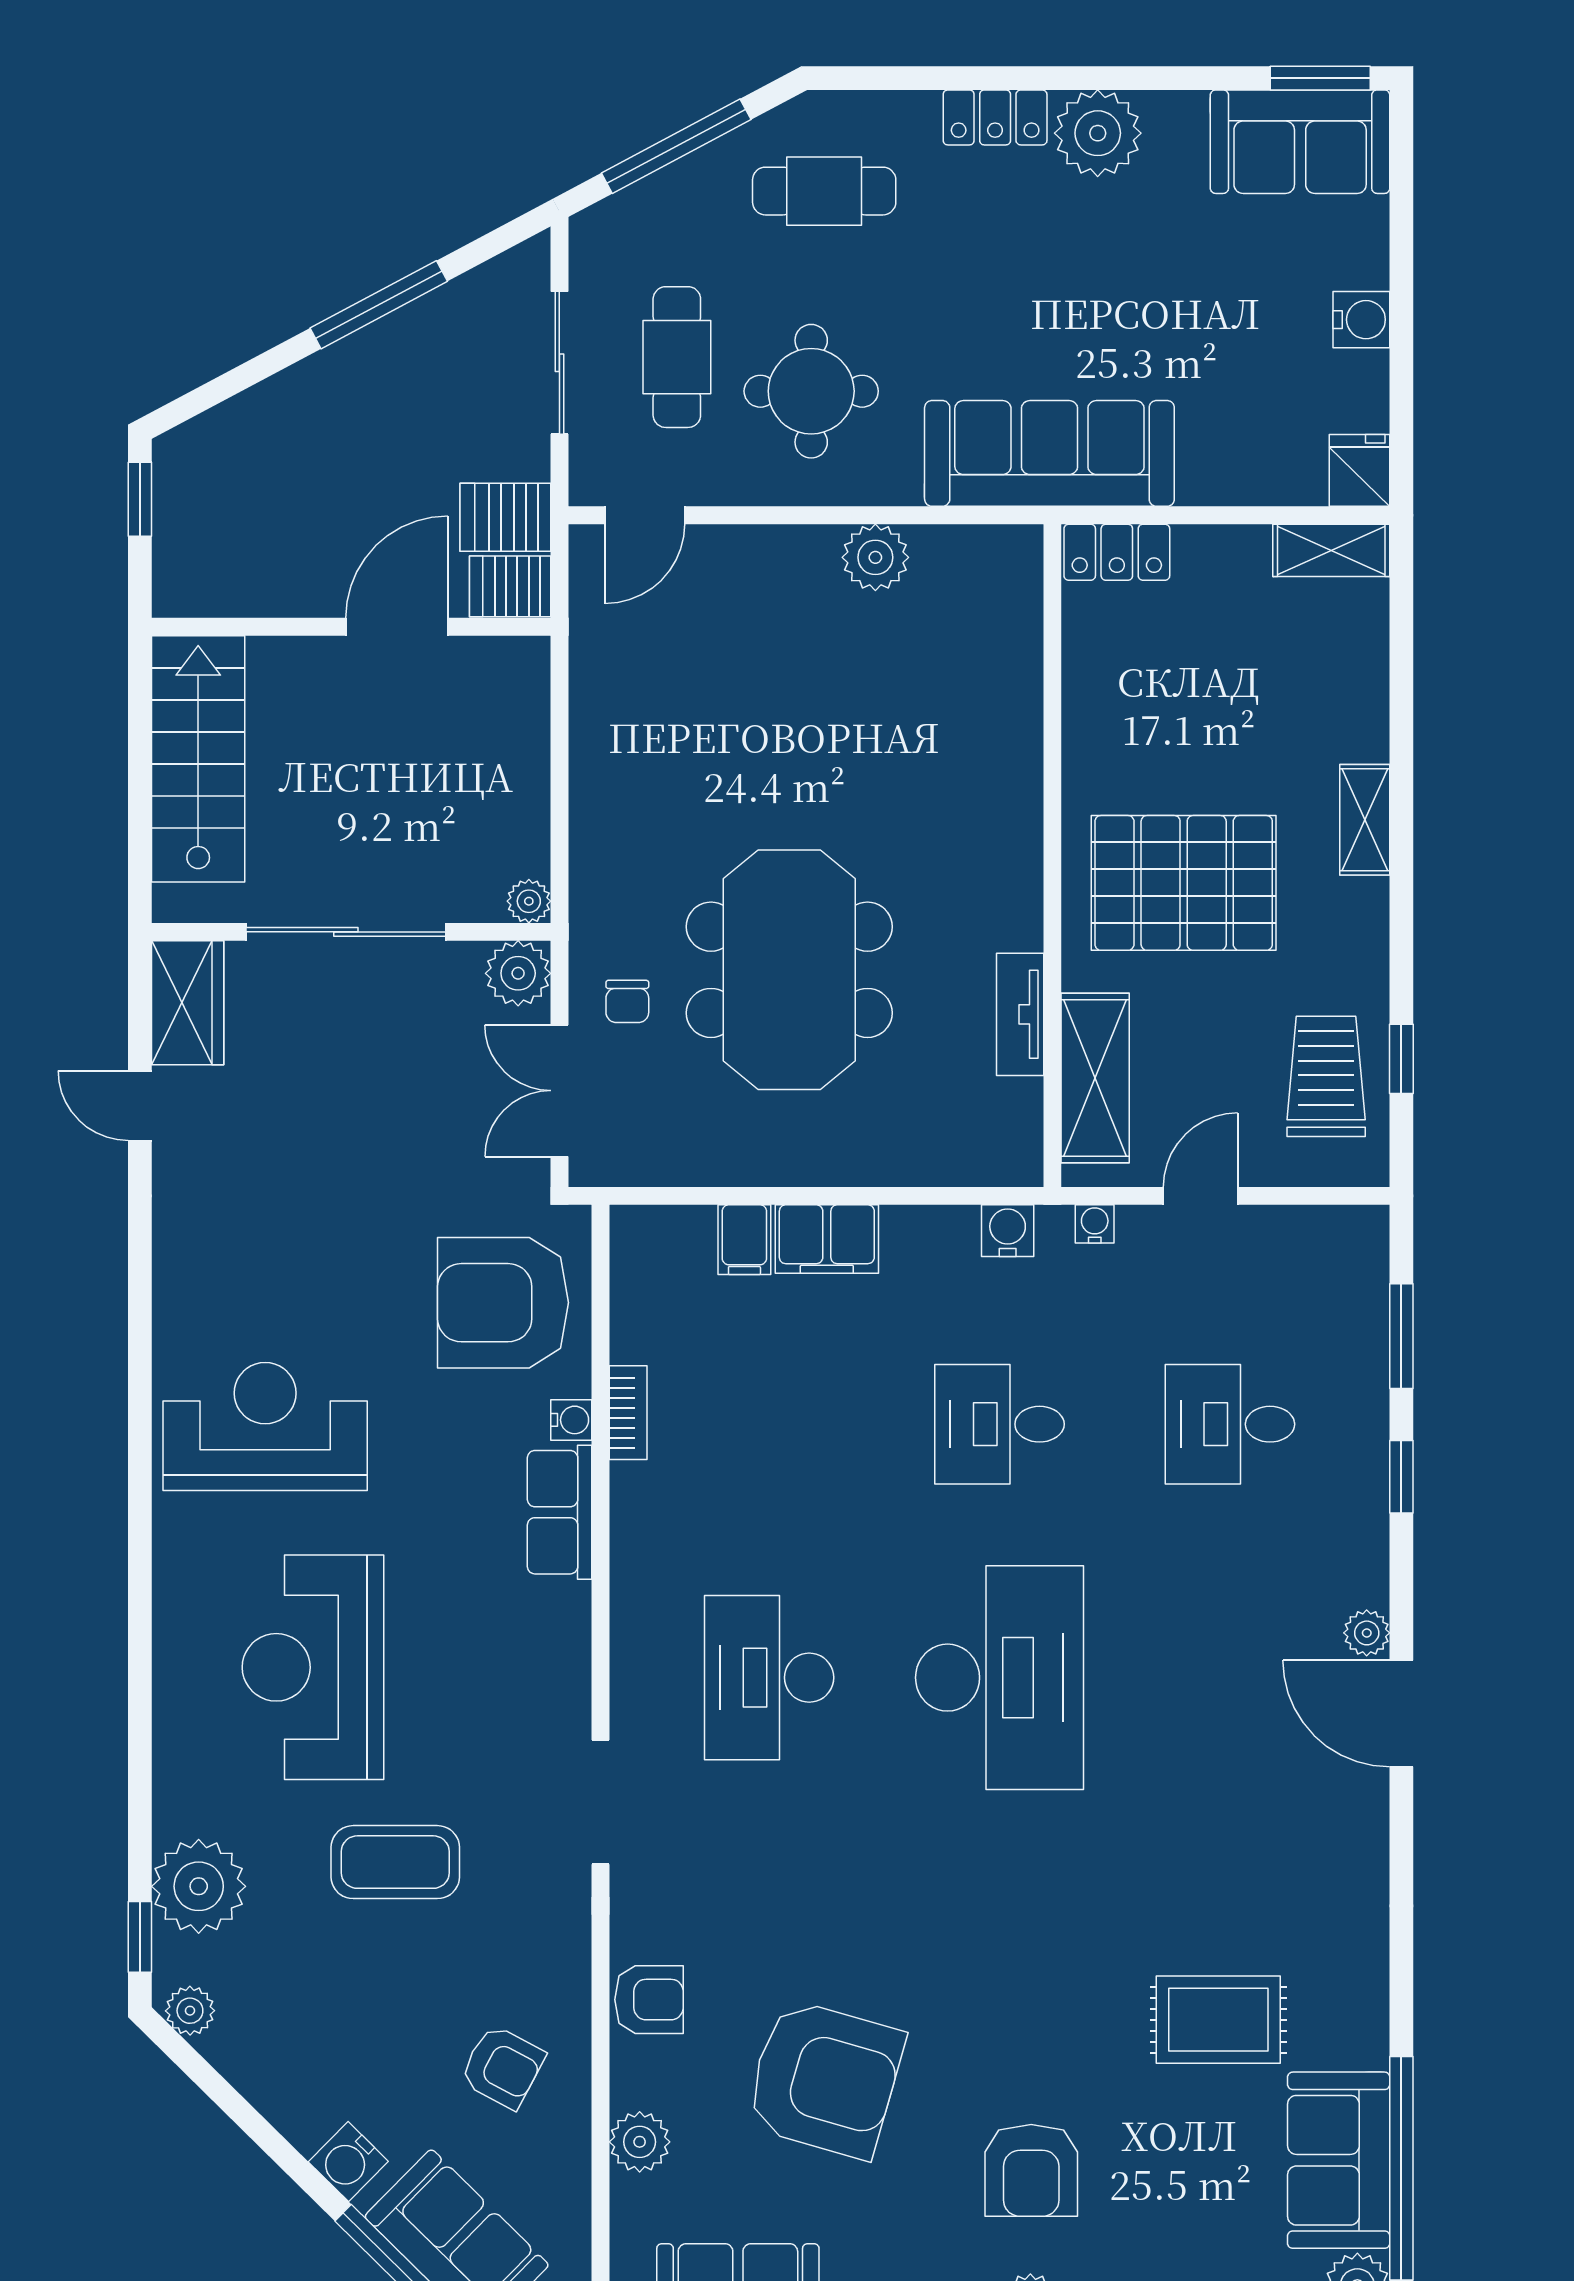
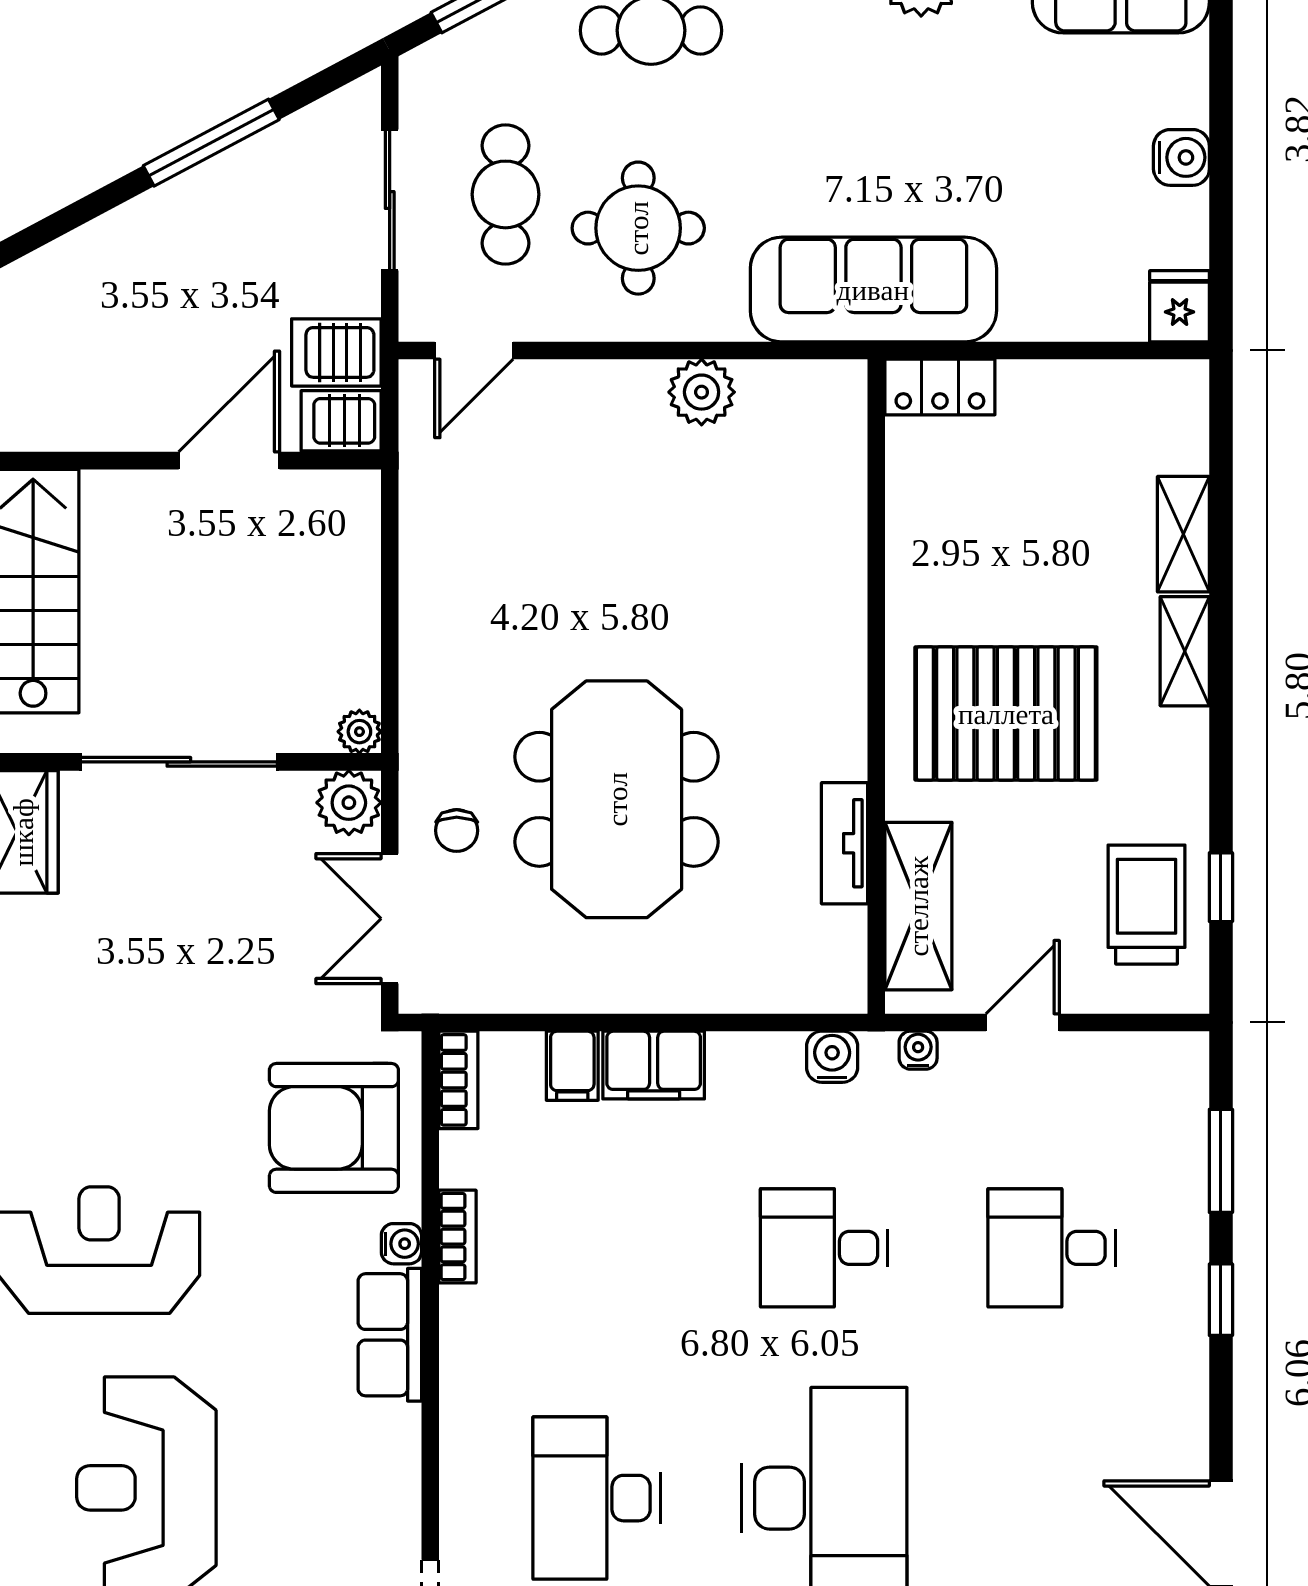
shelving: (1331, 550) -> (1183, 534), moved, turned 90
bookcase: (629, 1254) -> (458, 1080), added
plant: (1367, 1633) -> (1187, 1454), removed

